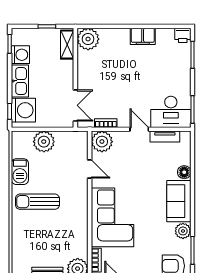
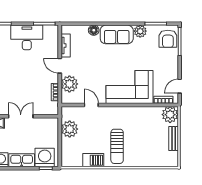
double door: (75, 105) -> (21, 116), moved
desk: (171, 112) -> (27, 37), moved, turned -90
door: (139, 129) -> (60, 66), hinge flipped
plant: (44, 142) -> (70, 129), moved
plant: (102, 142) -> (69, 84), moved
door: (90, 169) -> (91, 105), hinge flipped

